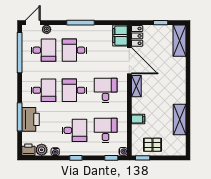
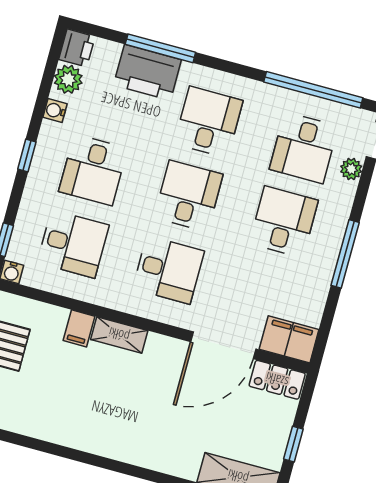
shelving: (136, 86) -> (119, 335), moved
desk: (43, 90) -> (209, 122), turned 180
shelving: (180, 119) -> (51, 427), removed

